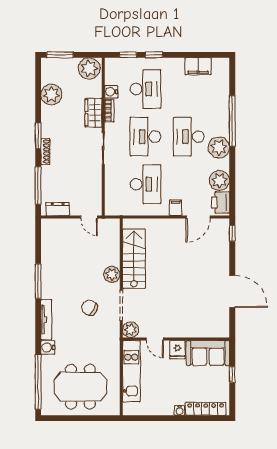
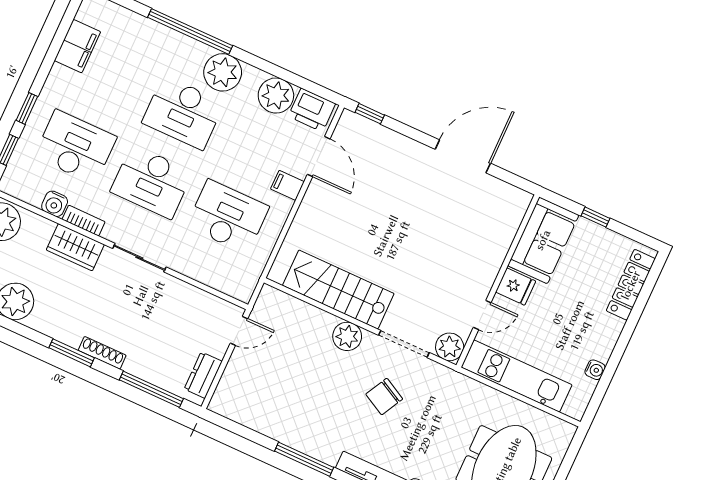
water cooler: (180, 410) -> (595, 370), moved

